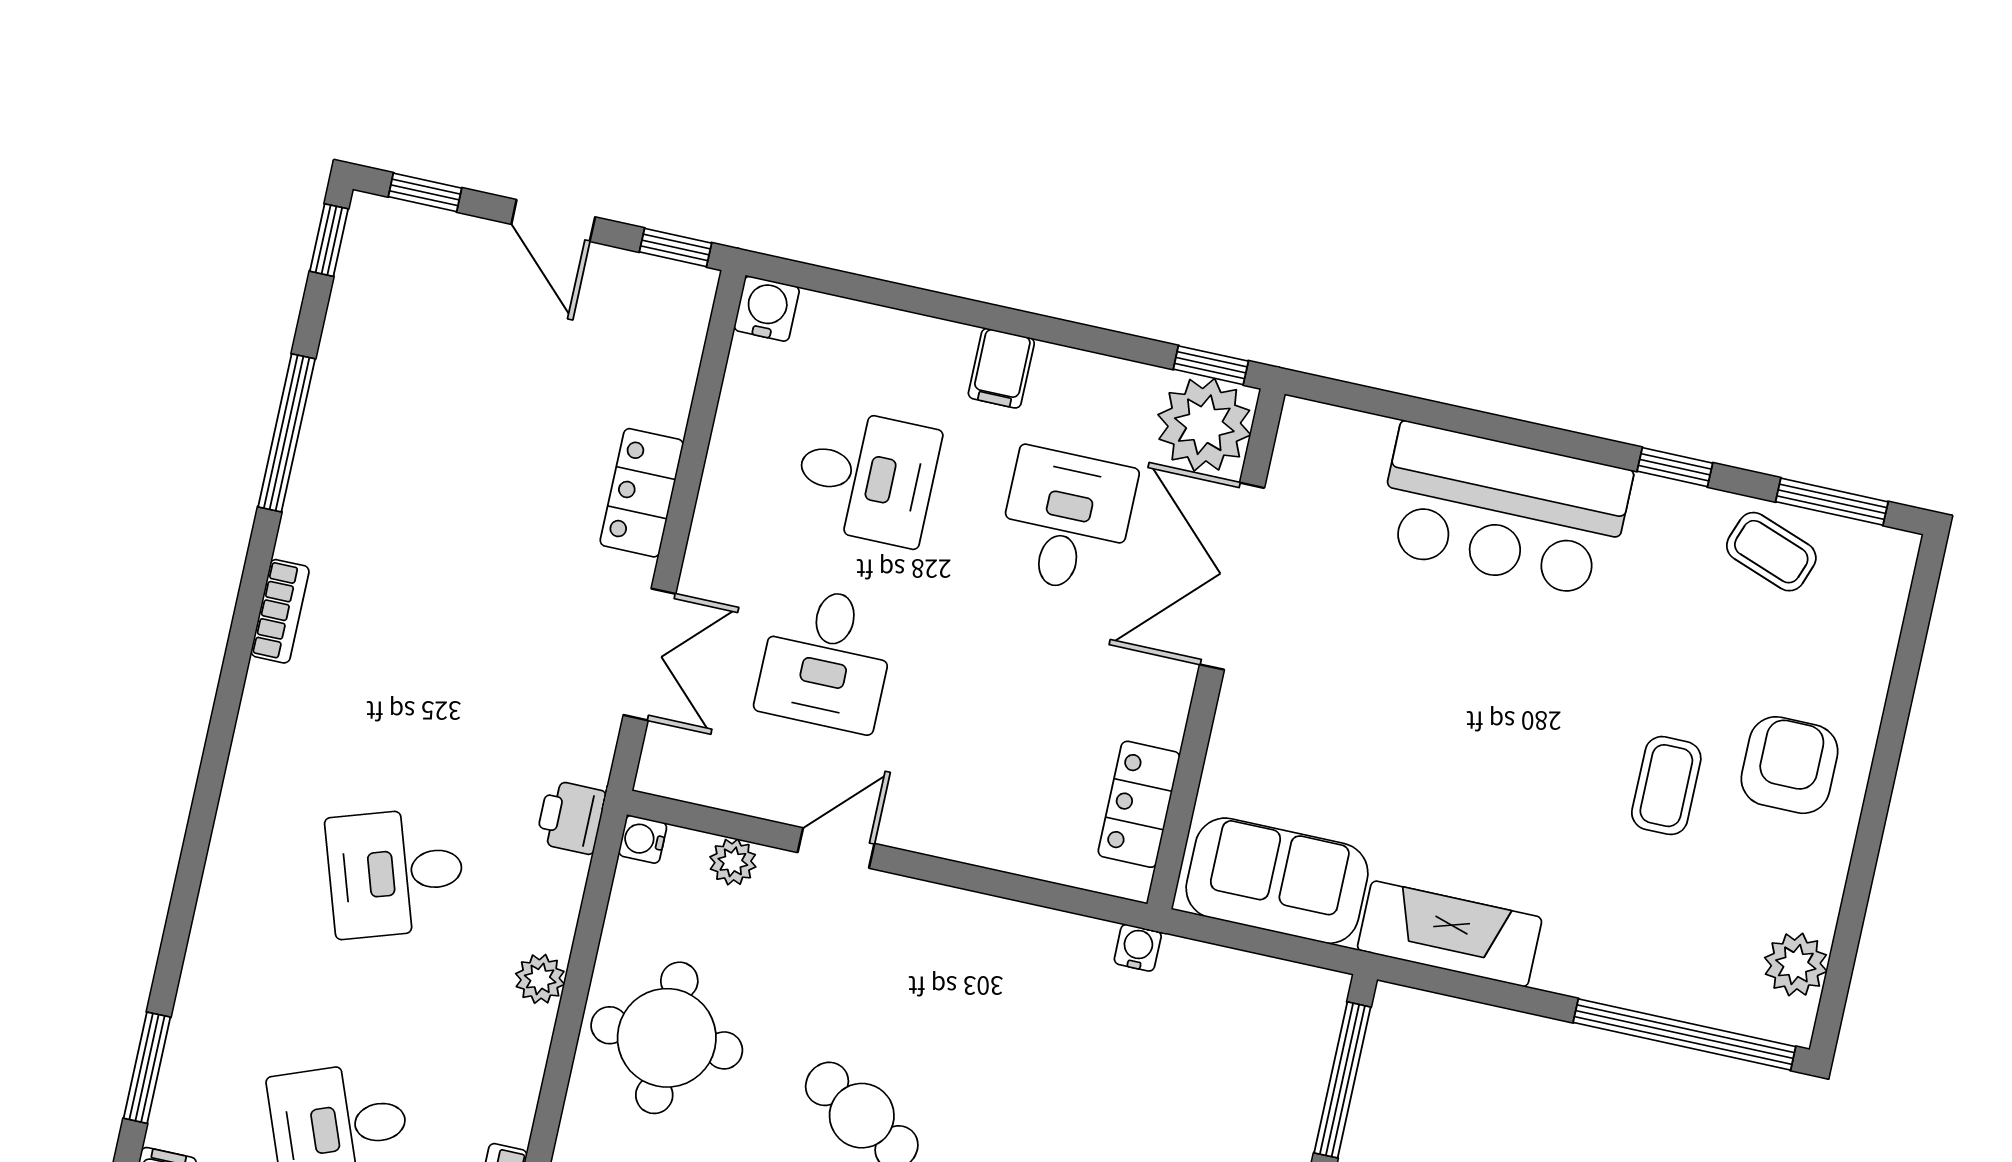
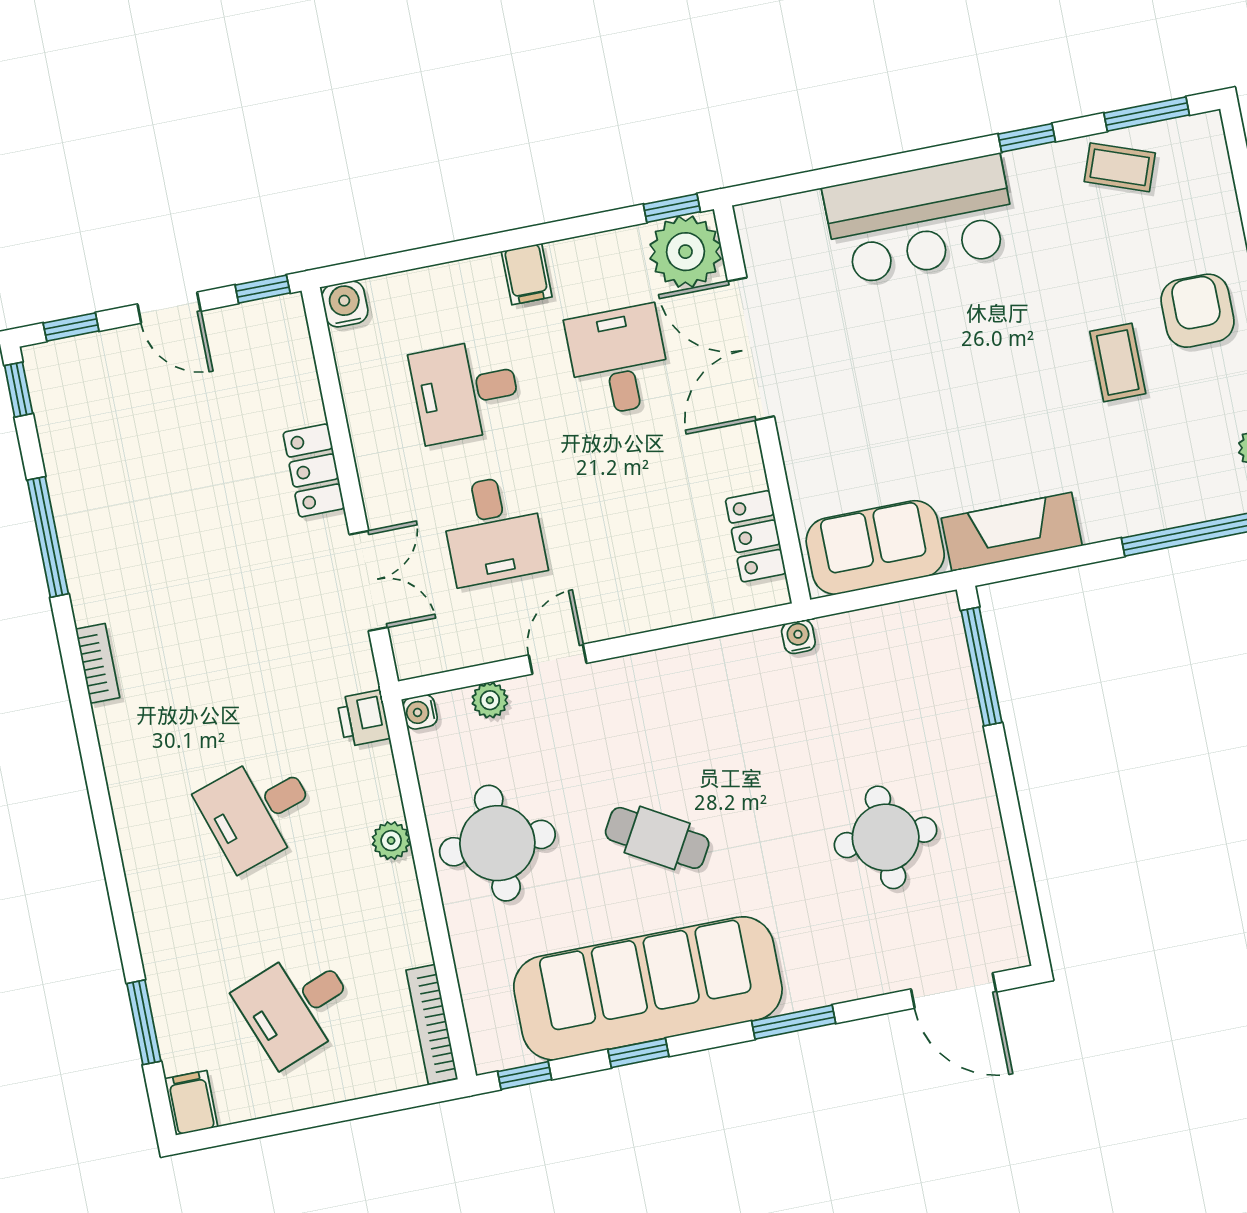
desk: (866, 477) -> (466, 391), turned 180

